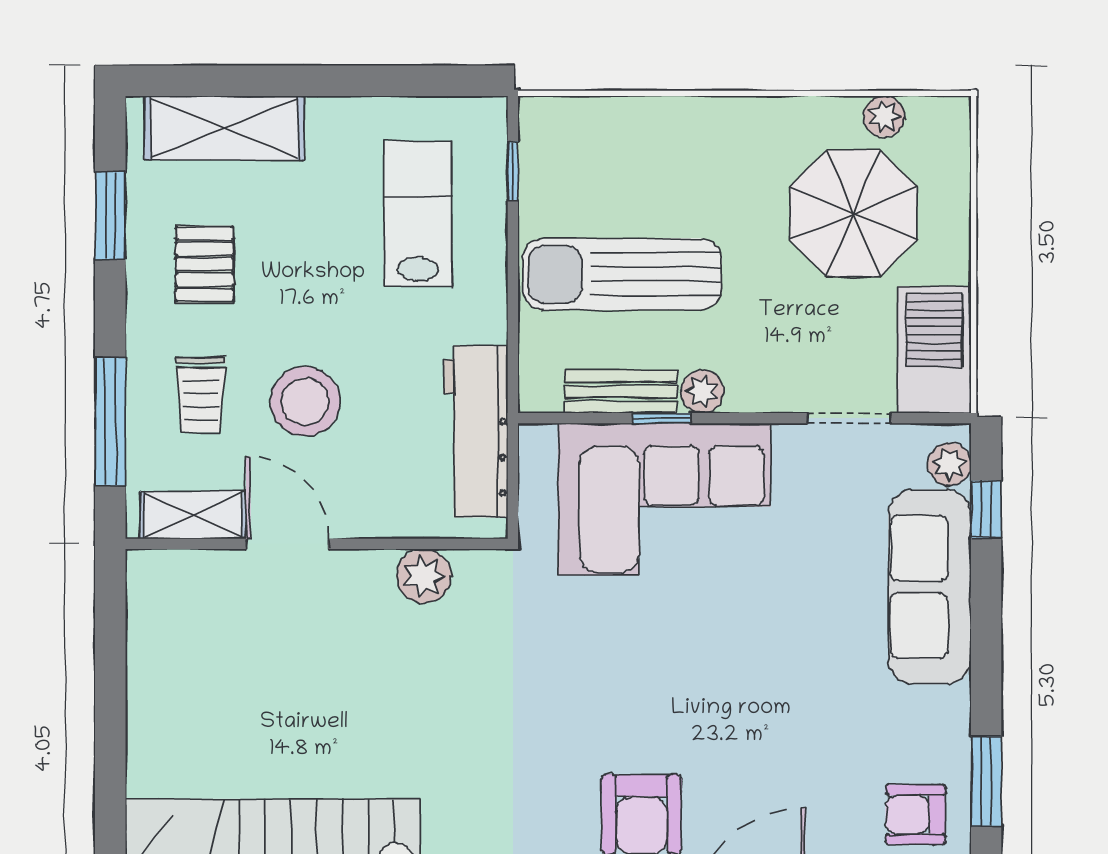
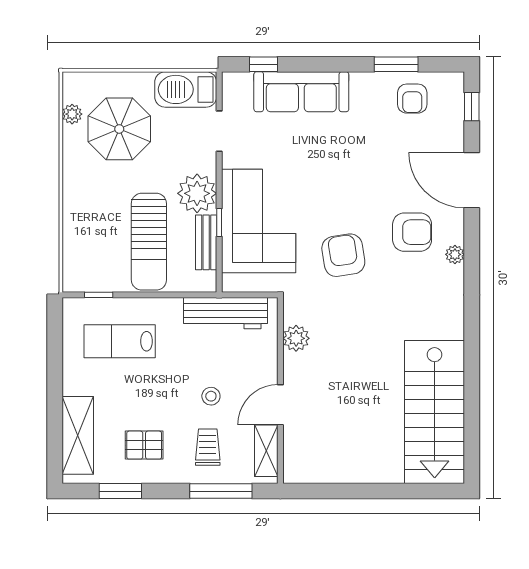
plant: (702, 392) -> (197, 193), width x1.88, depth x1.88
trolley: (201, 395) -> (208, 447), turned -90
stool: (305, 401) -> (211, 396), width x0.53, depth x0.53
plant: (949, 464) -> (242, 82), removed
armchair: (594, 673) -> (343, 255), added

